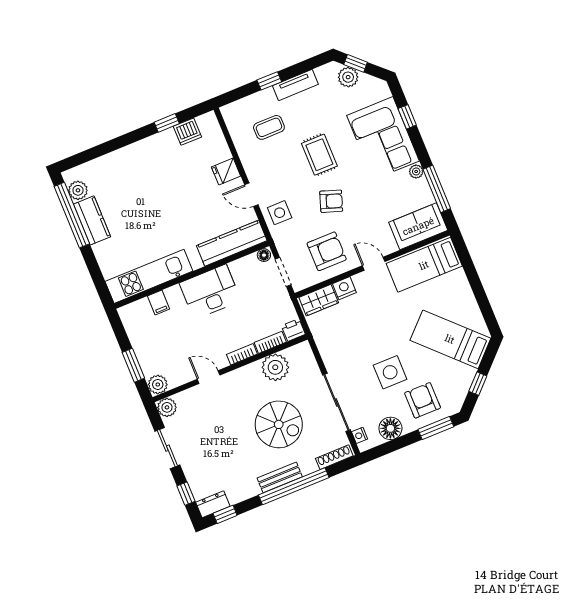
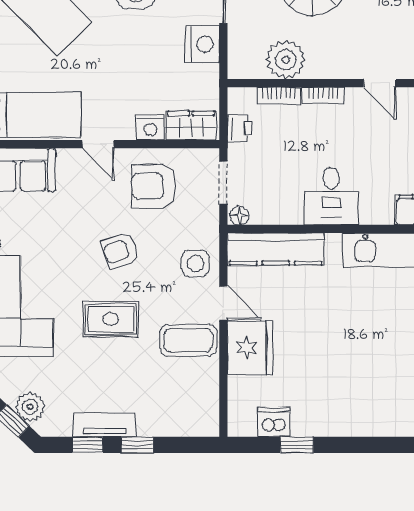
window: (301, 68) -> (88, 445), added
coffee table: (269, 127) -> (188, 340), moved, width x1.36, depth x1.30
rug: (319, 155) -> (111, 319), turned 90
fridge: (226, 172) -> (250, 348), width x1.88, depth x1.34
armchair: (331, 201) -> (120, 251), turned -37
desk: (210, 292) -> (331, 196), width x0.73
printer: (293, 330) -> (240, 128), moved, turned -90
nightstand: (333, 355) -> (202, 44), added

